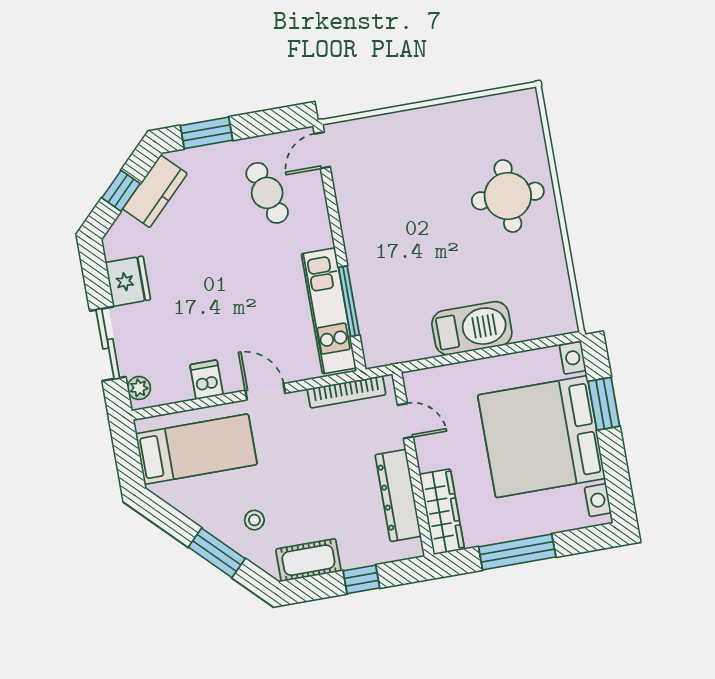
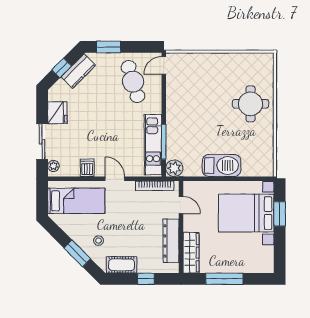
cafe table: (267, 193) -> (133, 82), width x1.37, depth x1.35
plant: (379, 350) -> (174, 168), added
bed with nightstands: (541, 437) -> (246, 213), width x0.73

